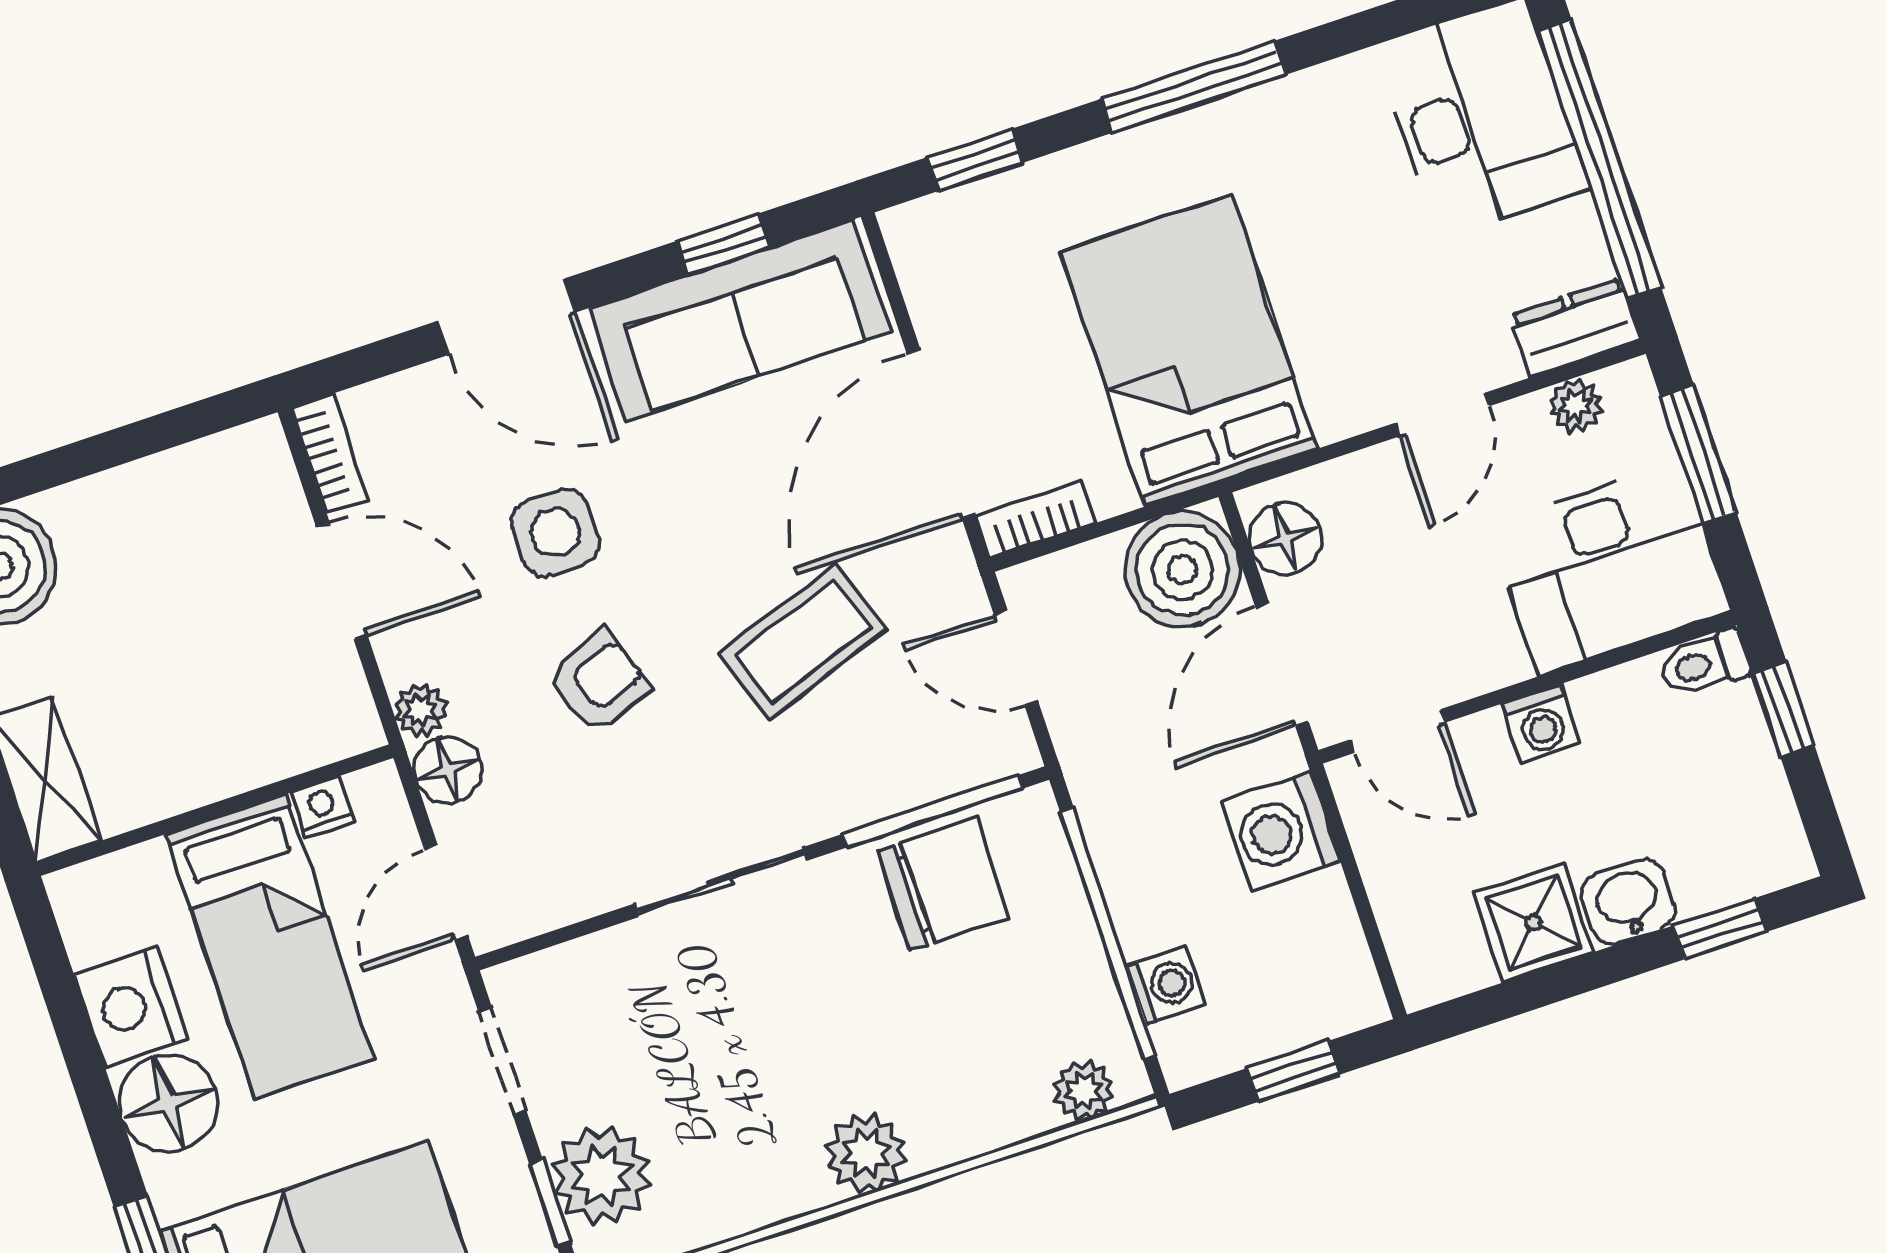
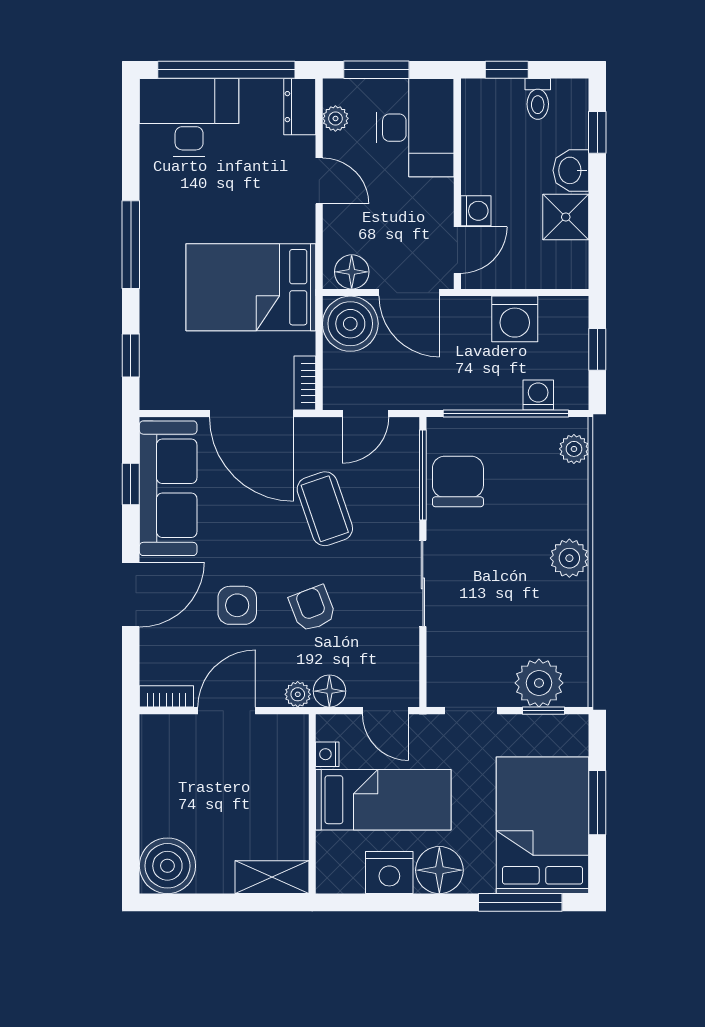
toilet: (1704, 664) -> (538, 99), moved
washing machine: (1541, 724) -> (476, 211), moved
washing machine: (1281, 832) -> (515, 319), moved

